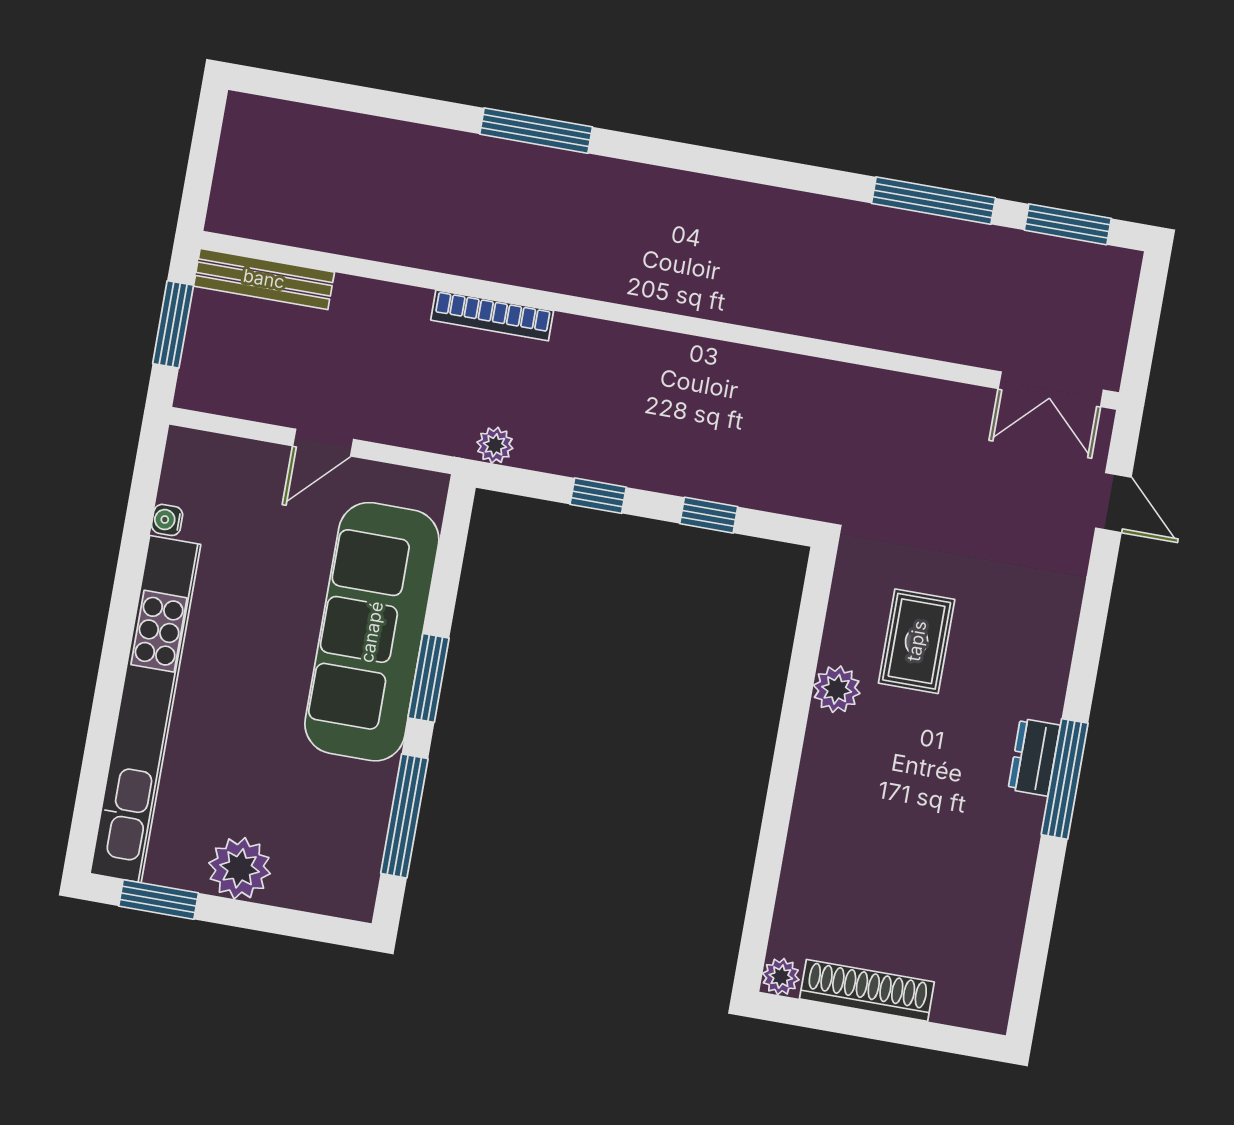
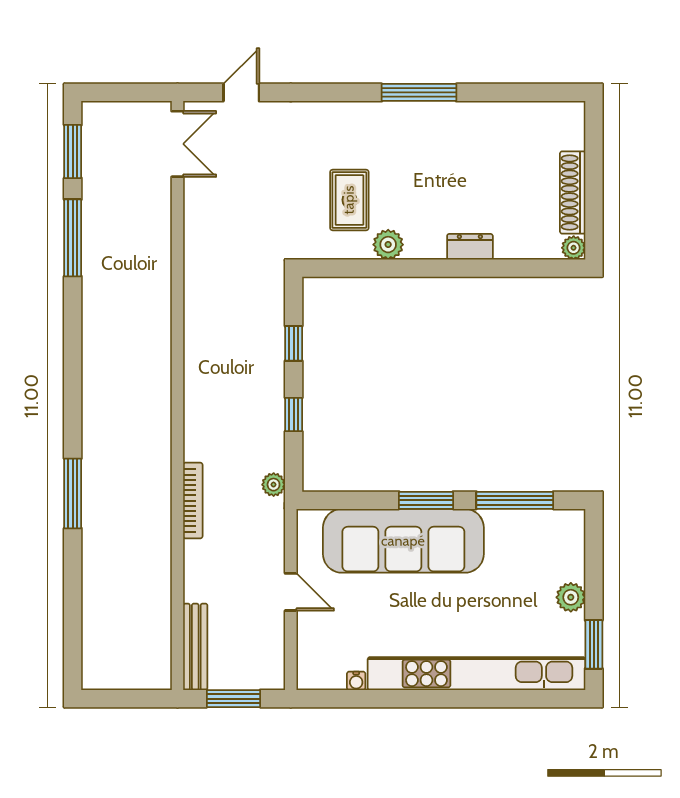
rug: (917, 641) -> (349, 200), turned 90
dresser: (1034, 757) -> (470, 247), moved, turned 180
plant: (240, 868) -> (571, 597), width x0.73, depth x0.73

